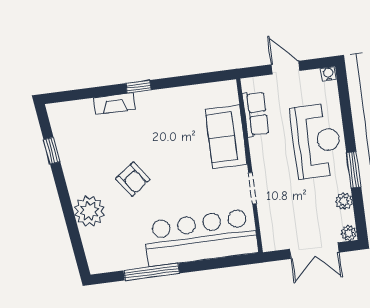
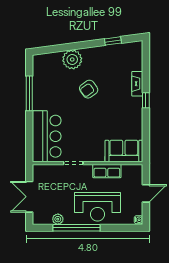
row of seats: (256, 114) -> (107, 171), moved
sofa: (226, 137) -> (124, 151), moved
window: (354, 170) -> (77, 228), width x2.11
plant: (349, 233) -> (37, 220), removed
bar counter: (201, 238) -> (47, 136), width x0.73

